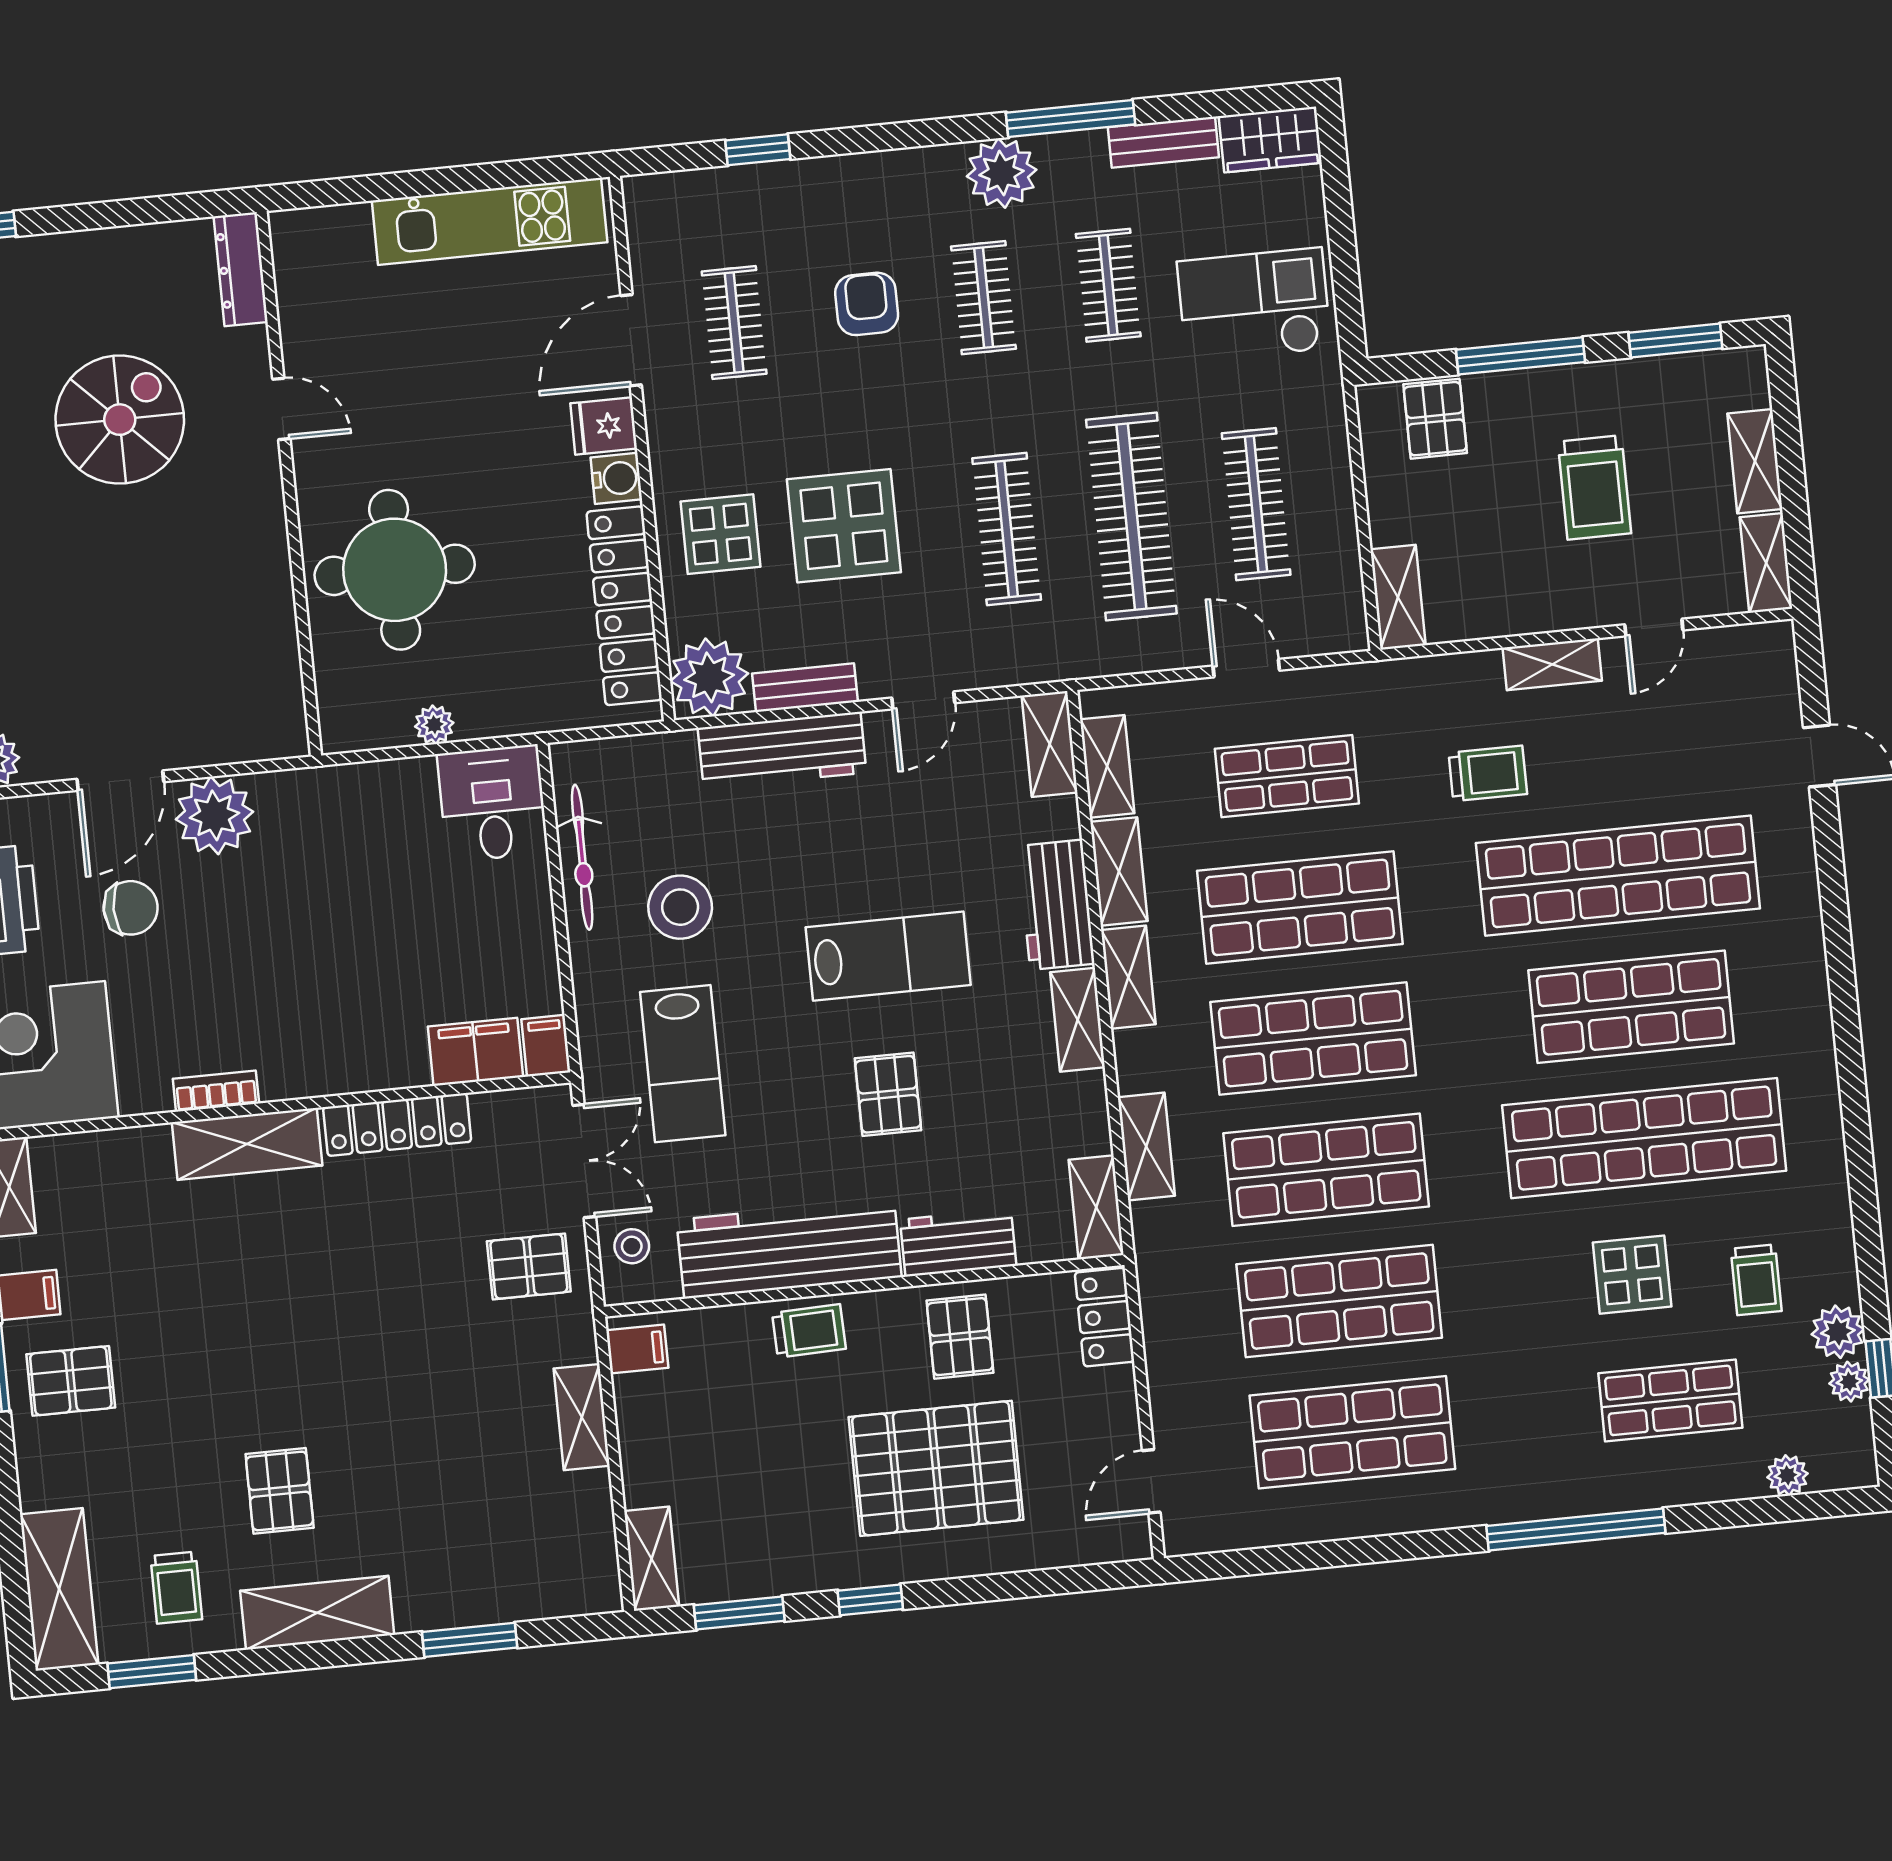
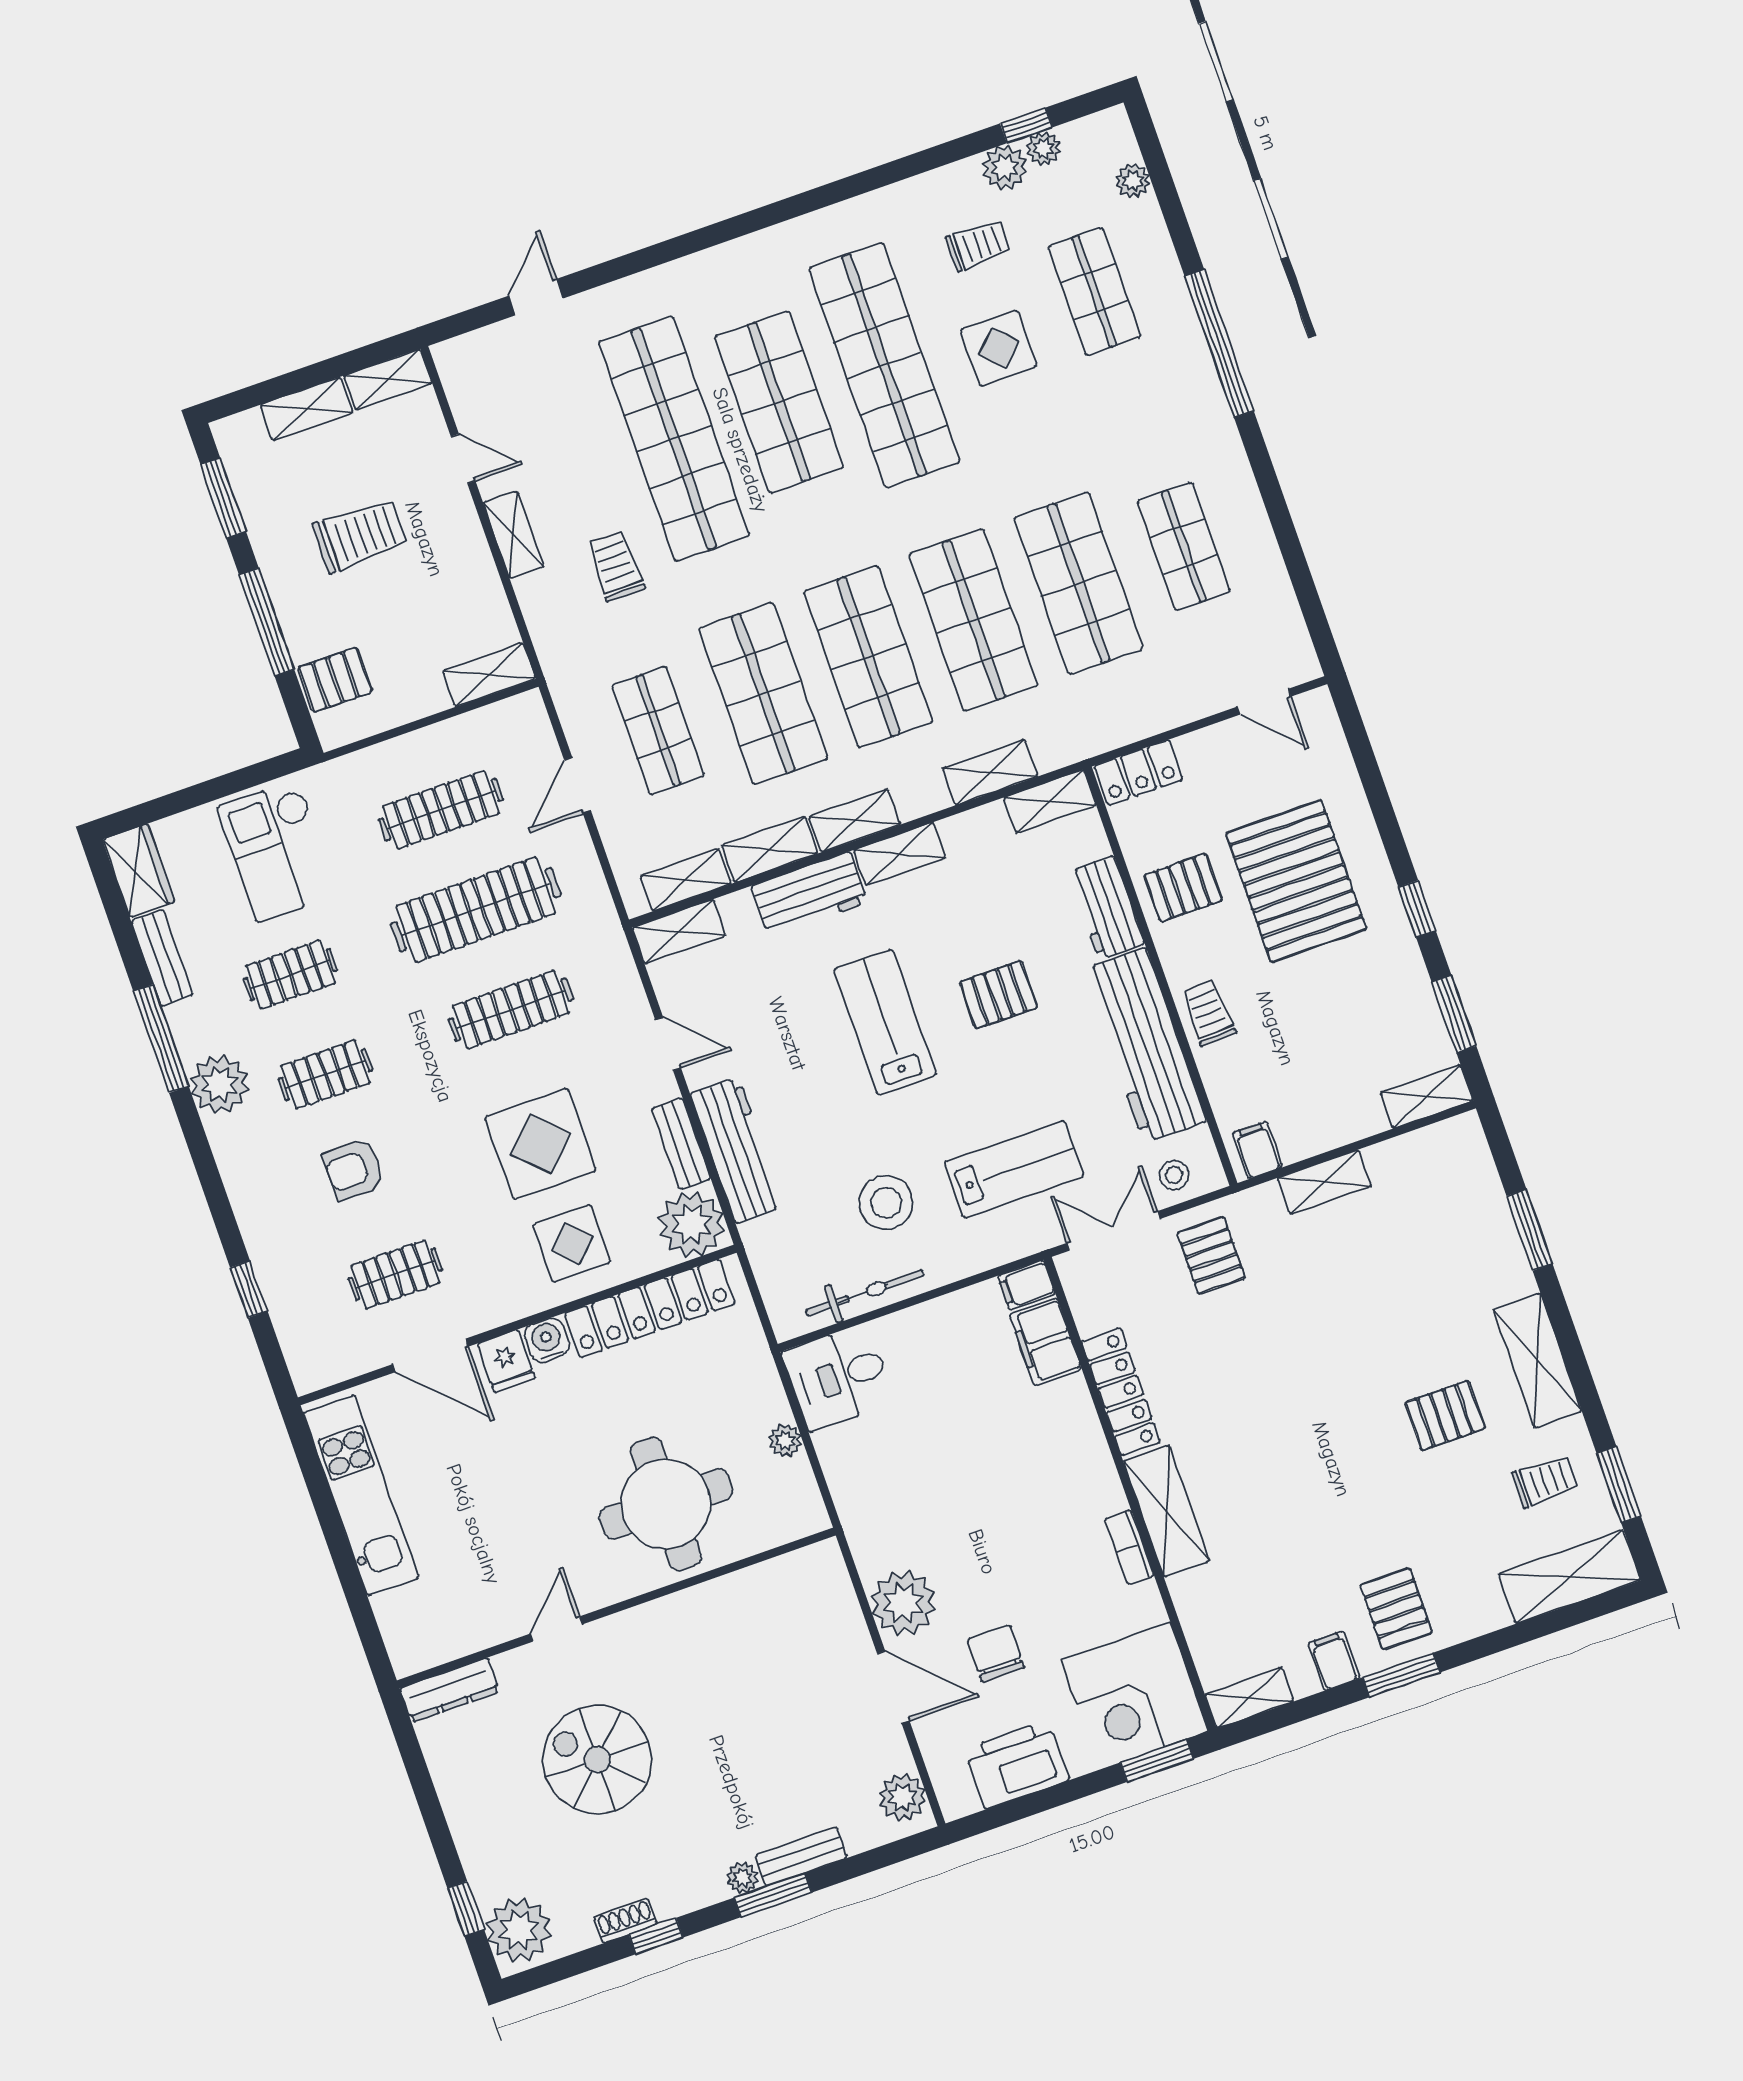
shop shelf: (1352, 1432) -> (1184, 546), width x0.70, depth x0.74

